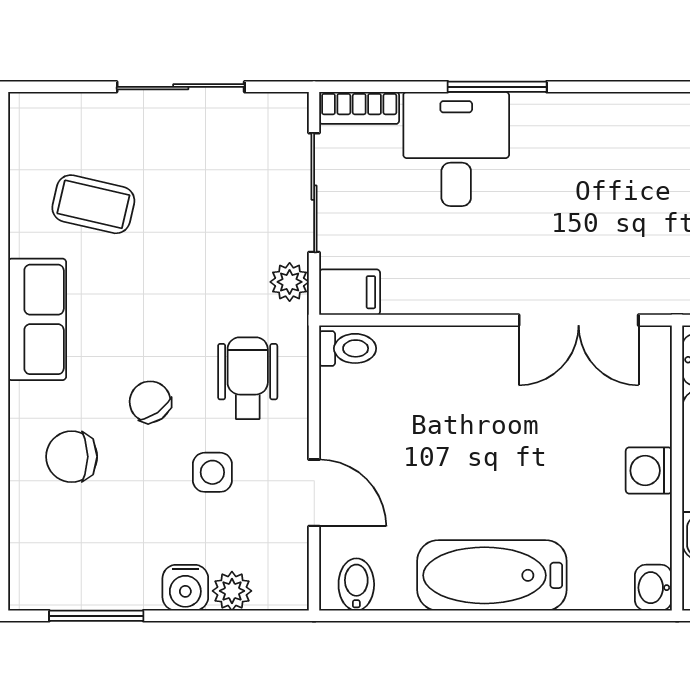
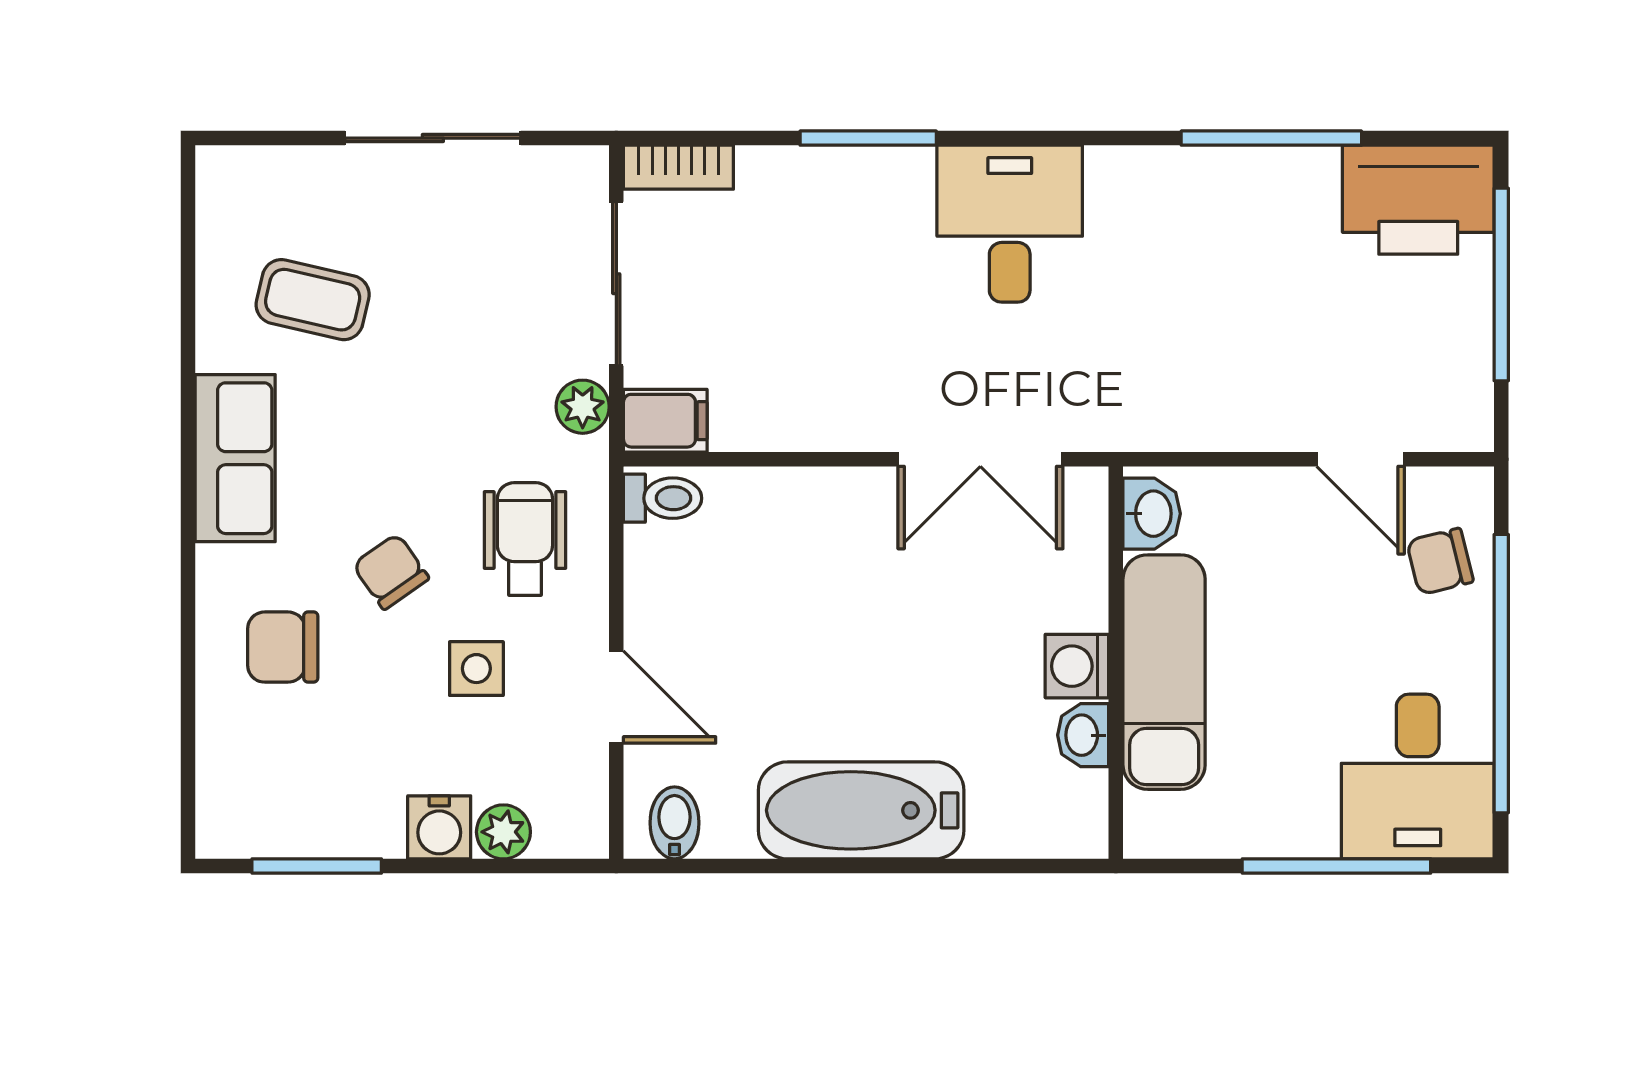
desk: (456, 149) -> (1010, 224), moved
washbasin: (653, 588) -> (1083, 735), moved

